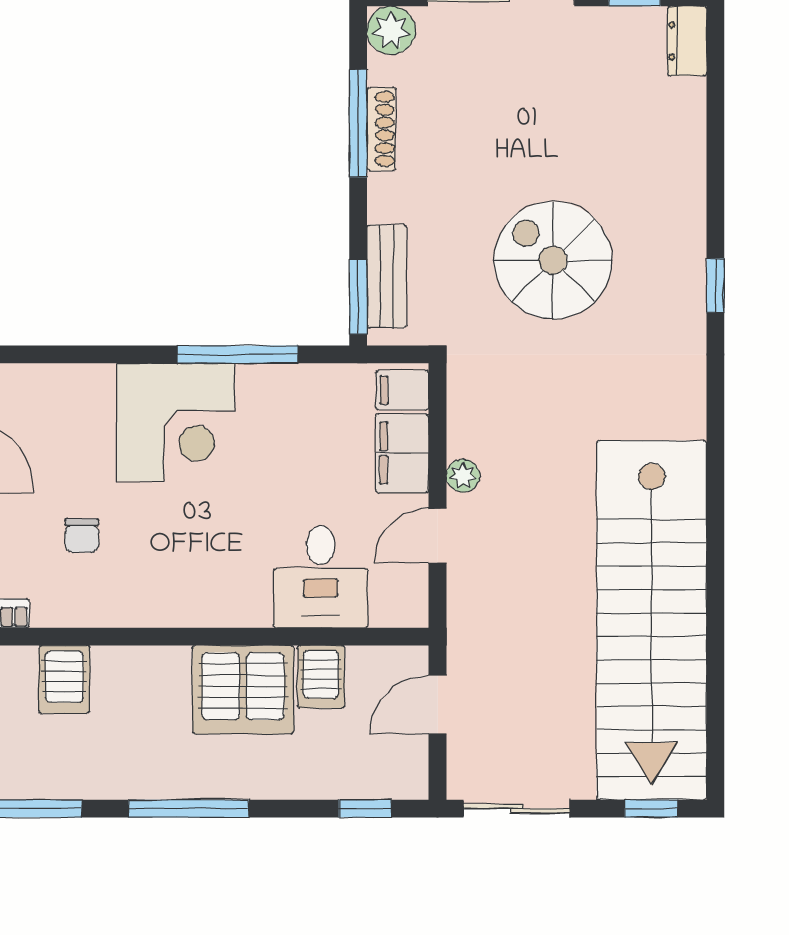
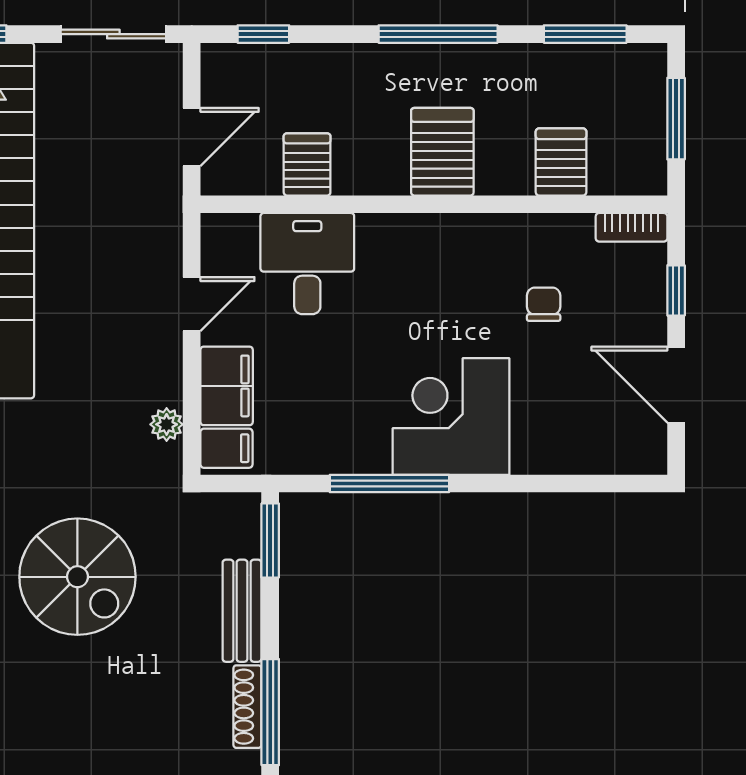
bench: (387, 276) -> (242, 611), moved
plant: (463, 476) -> (167, 424), moved
server rack: (243, 690) -> (442, 152), moved, width x0.62

